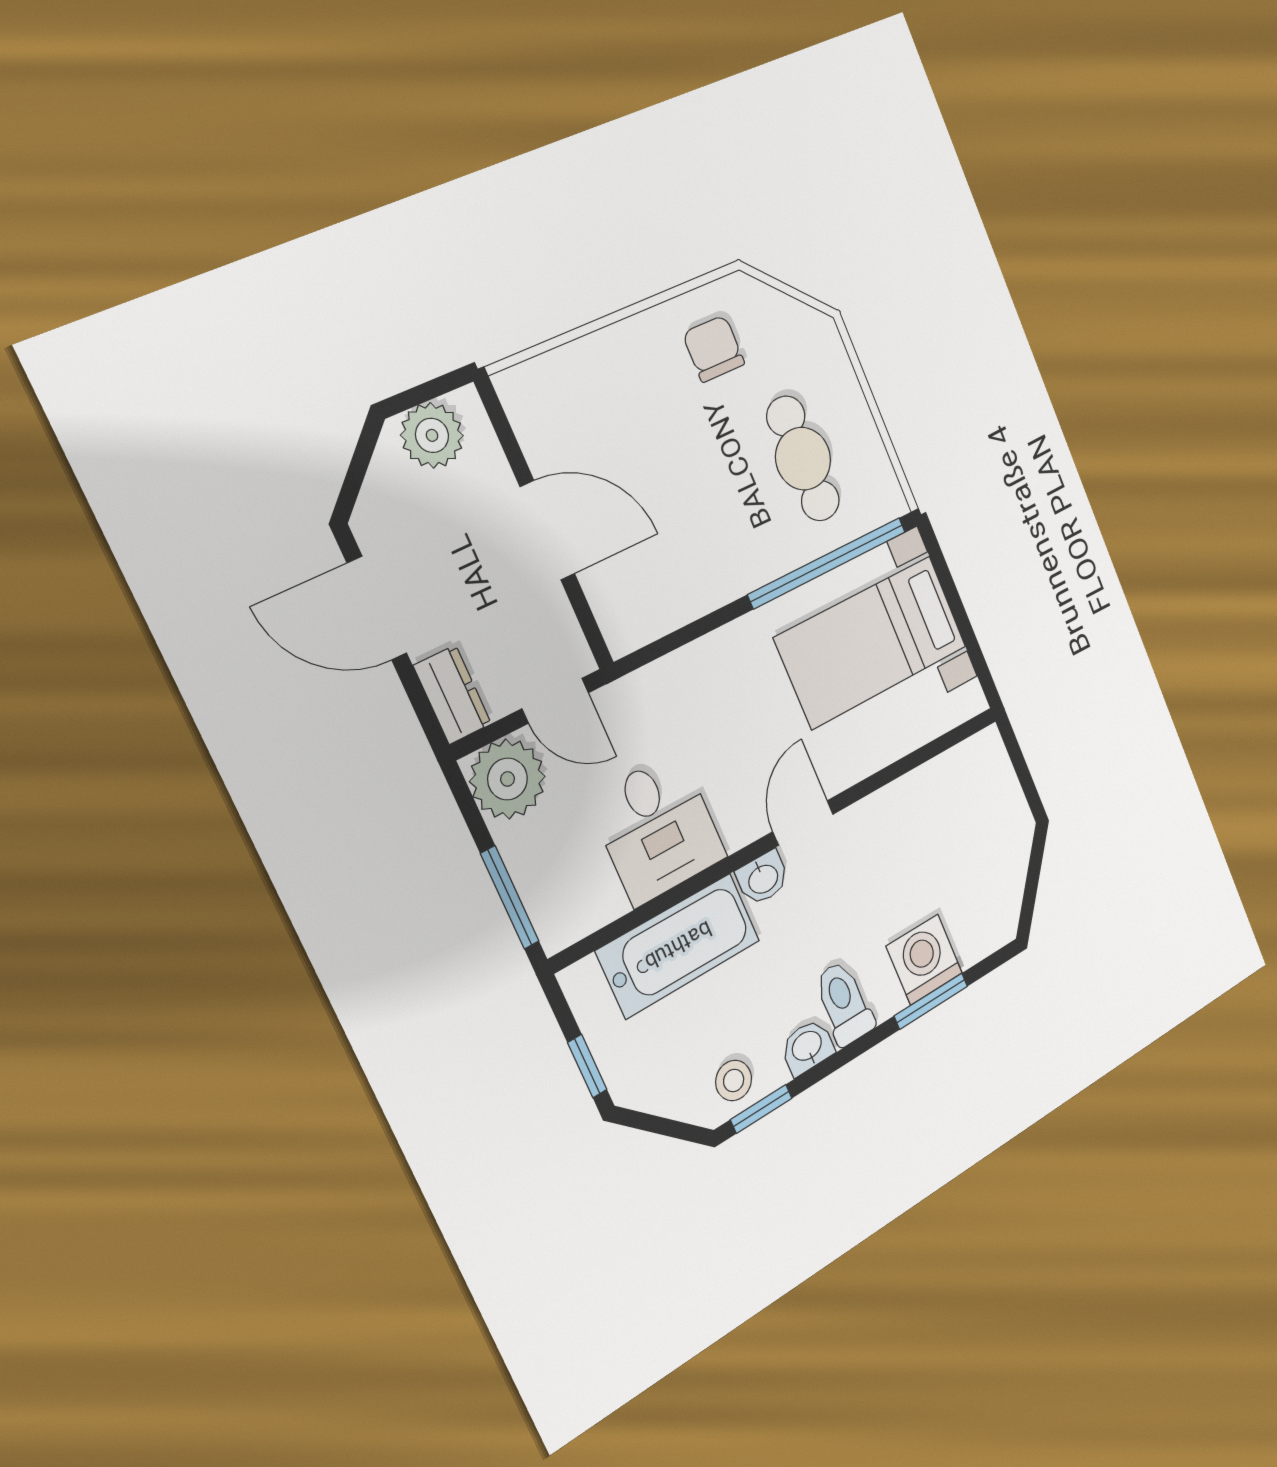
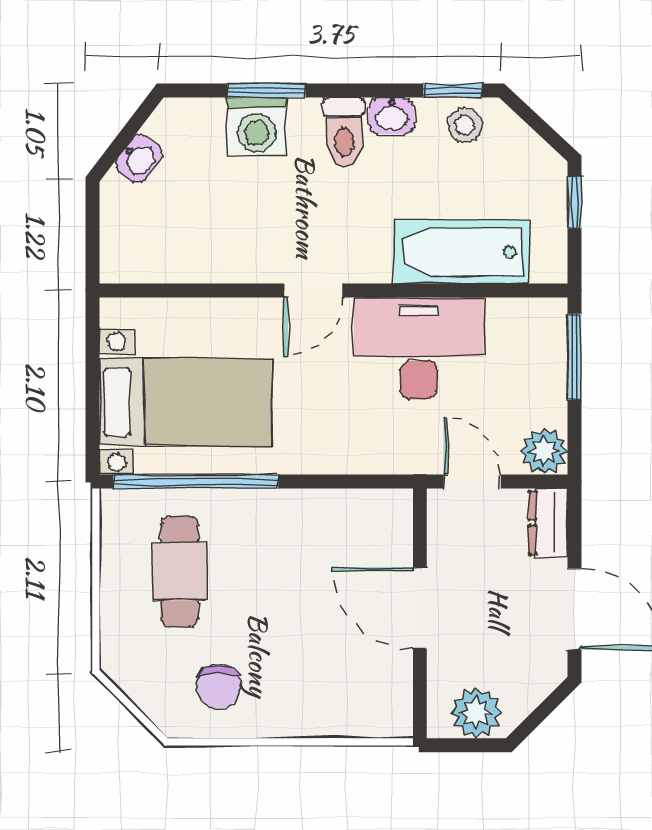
plant: (508, 779) -> (544, 451), width x0.73, depth x0.73
desk: (657, 828) -> (419, 348), width x1.37
washbasin: (763, 878) -> (139, 159), moved, turned 127

